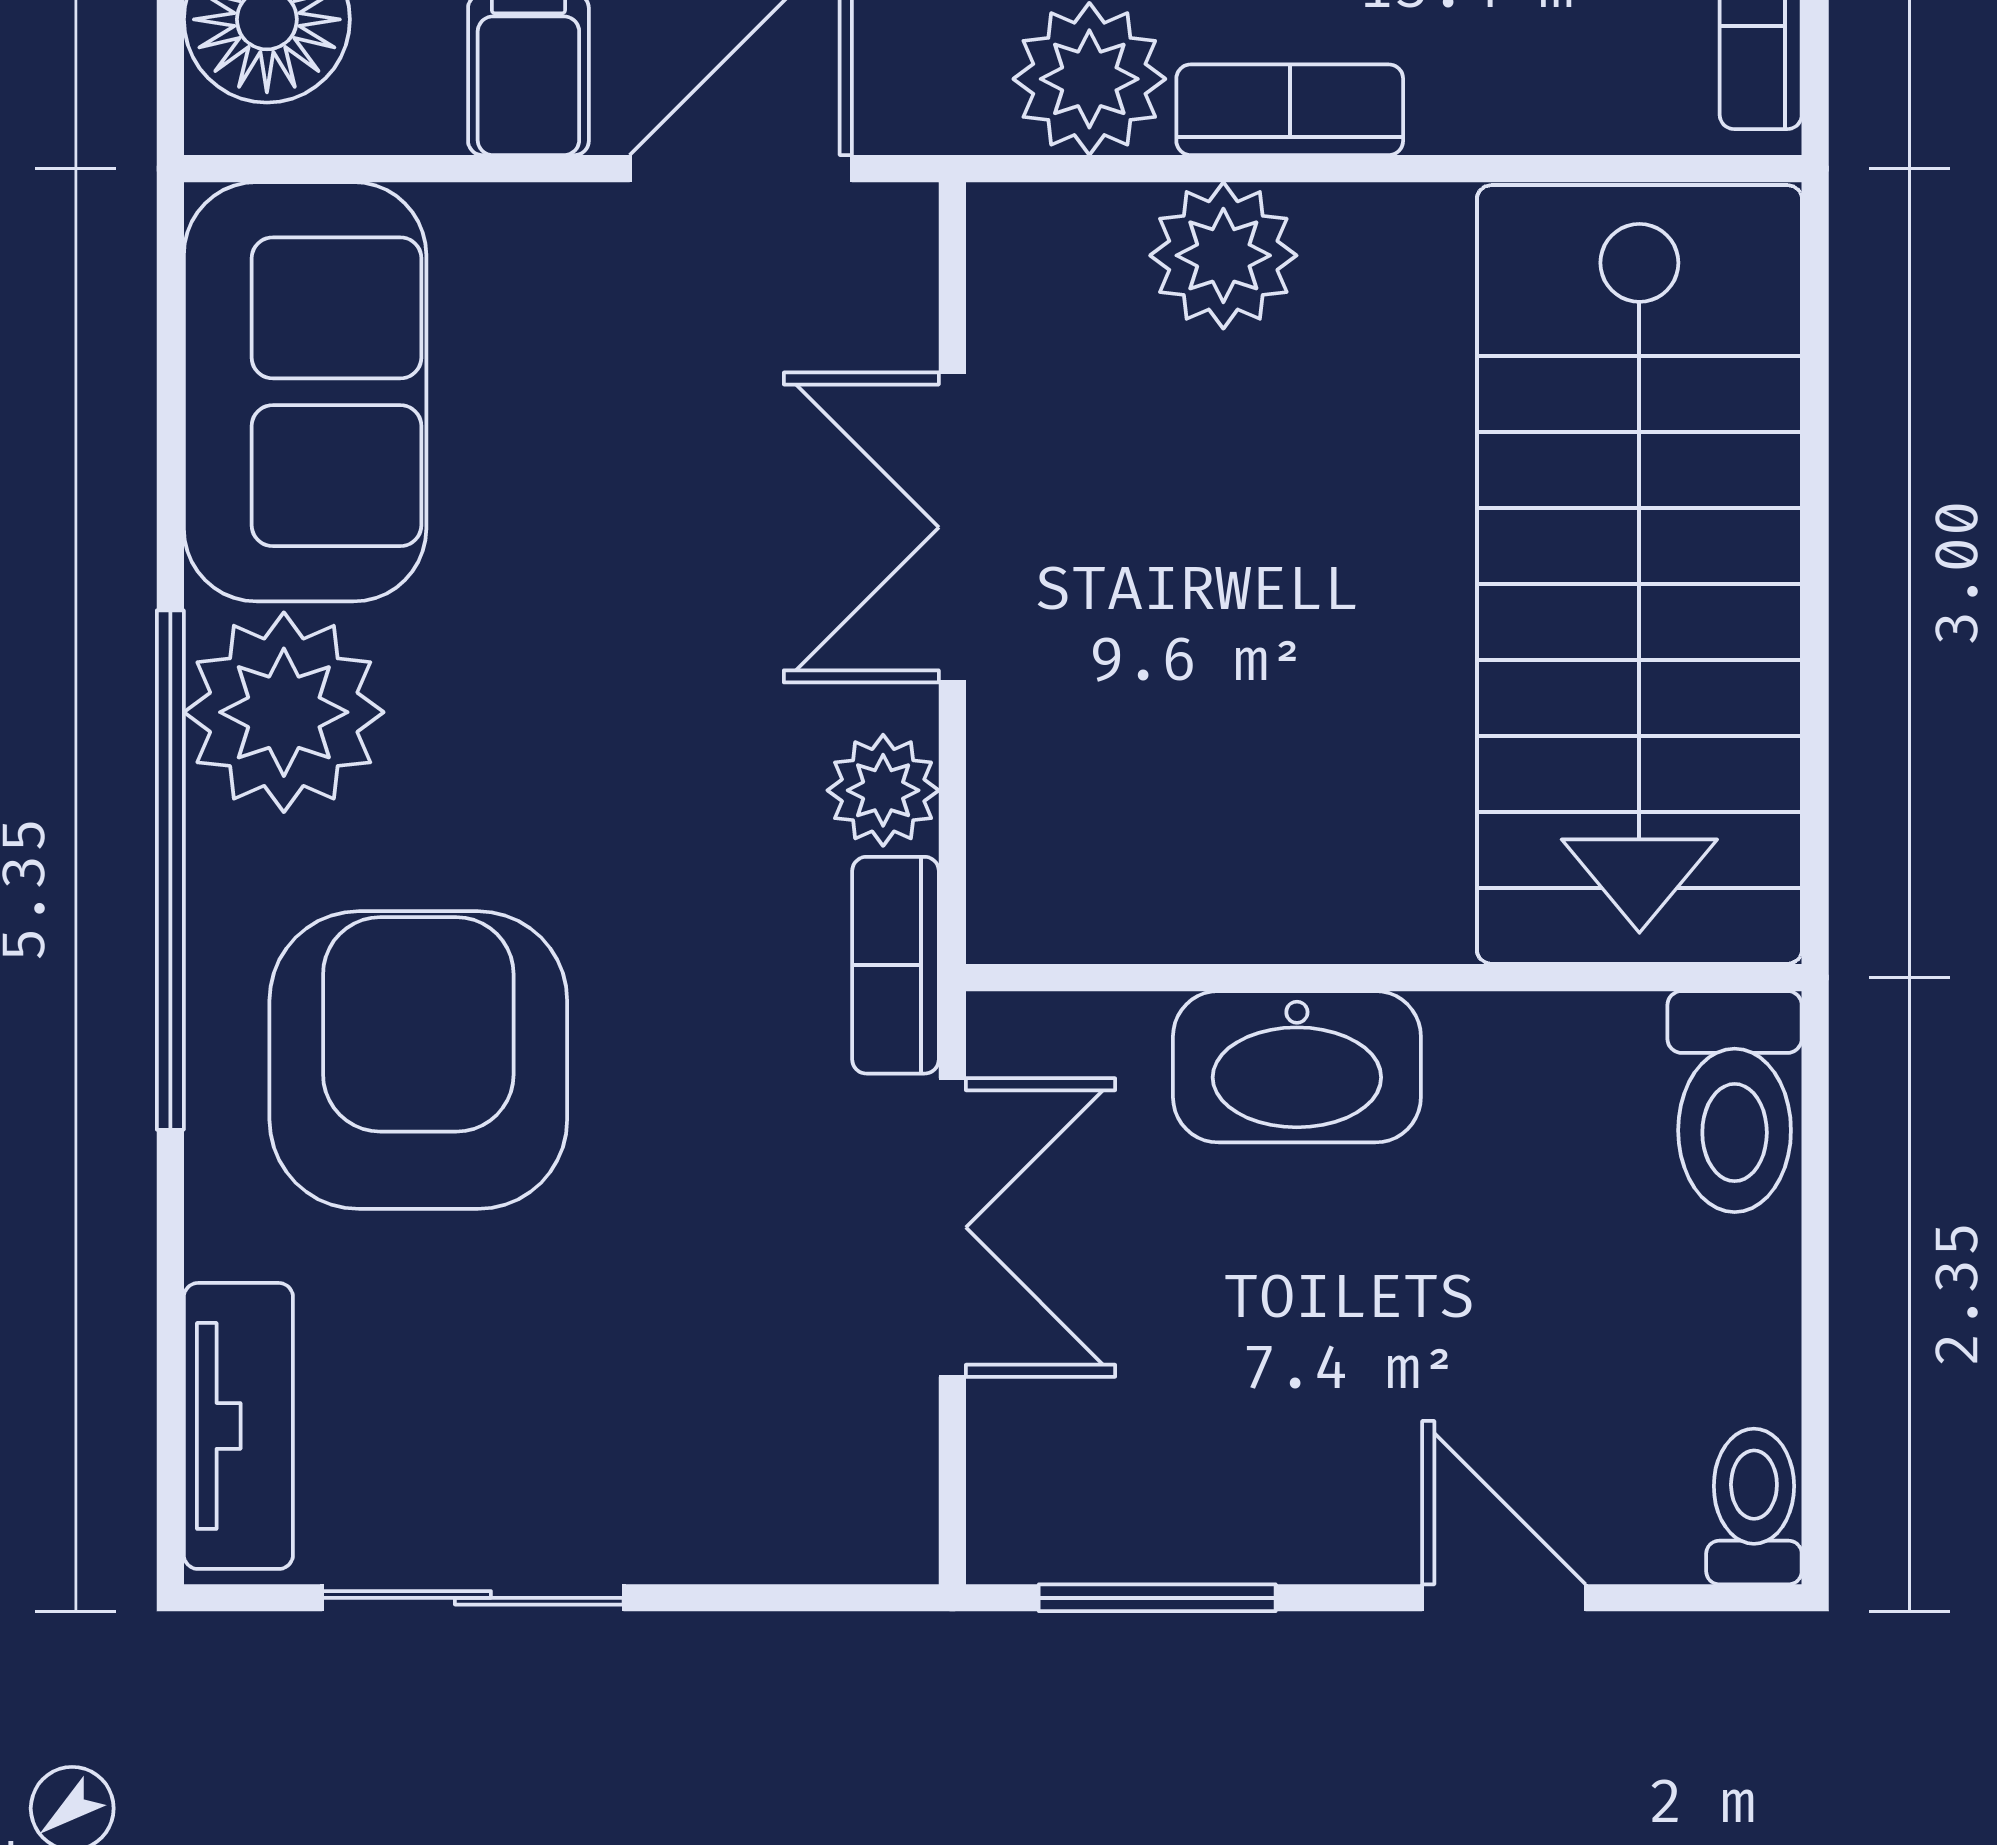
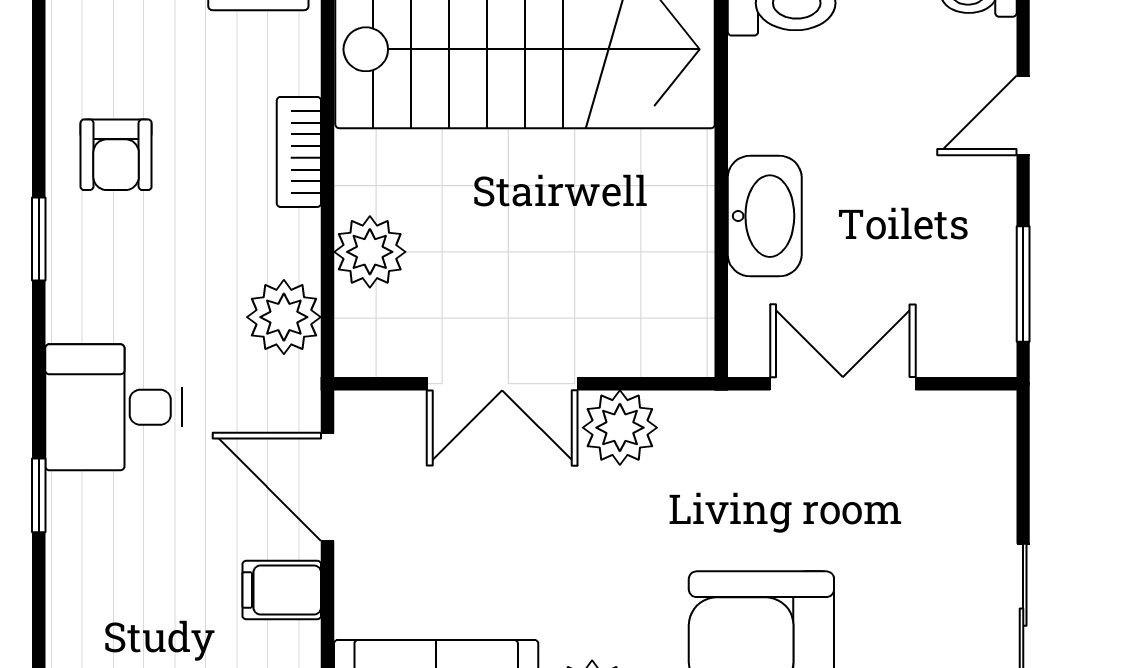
bookcase: (1290, 110) -> (299, 152), moved
plant: (883, 790) -> (620, 428), width x1.38, depth x1.38
bookcase: (895, 965) -> (715, 411), removed

